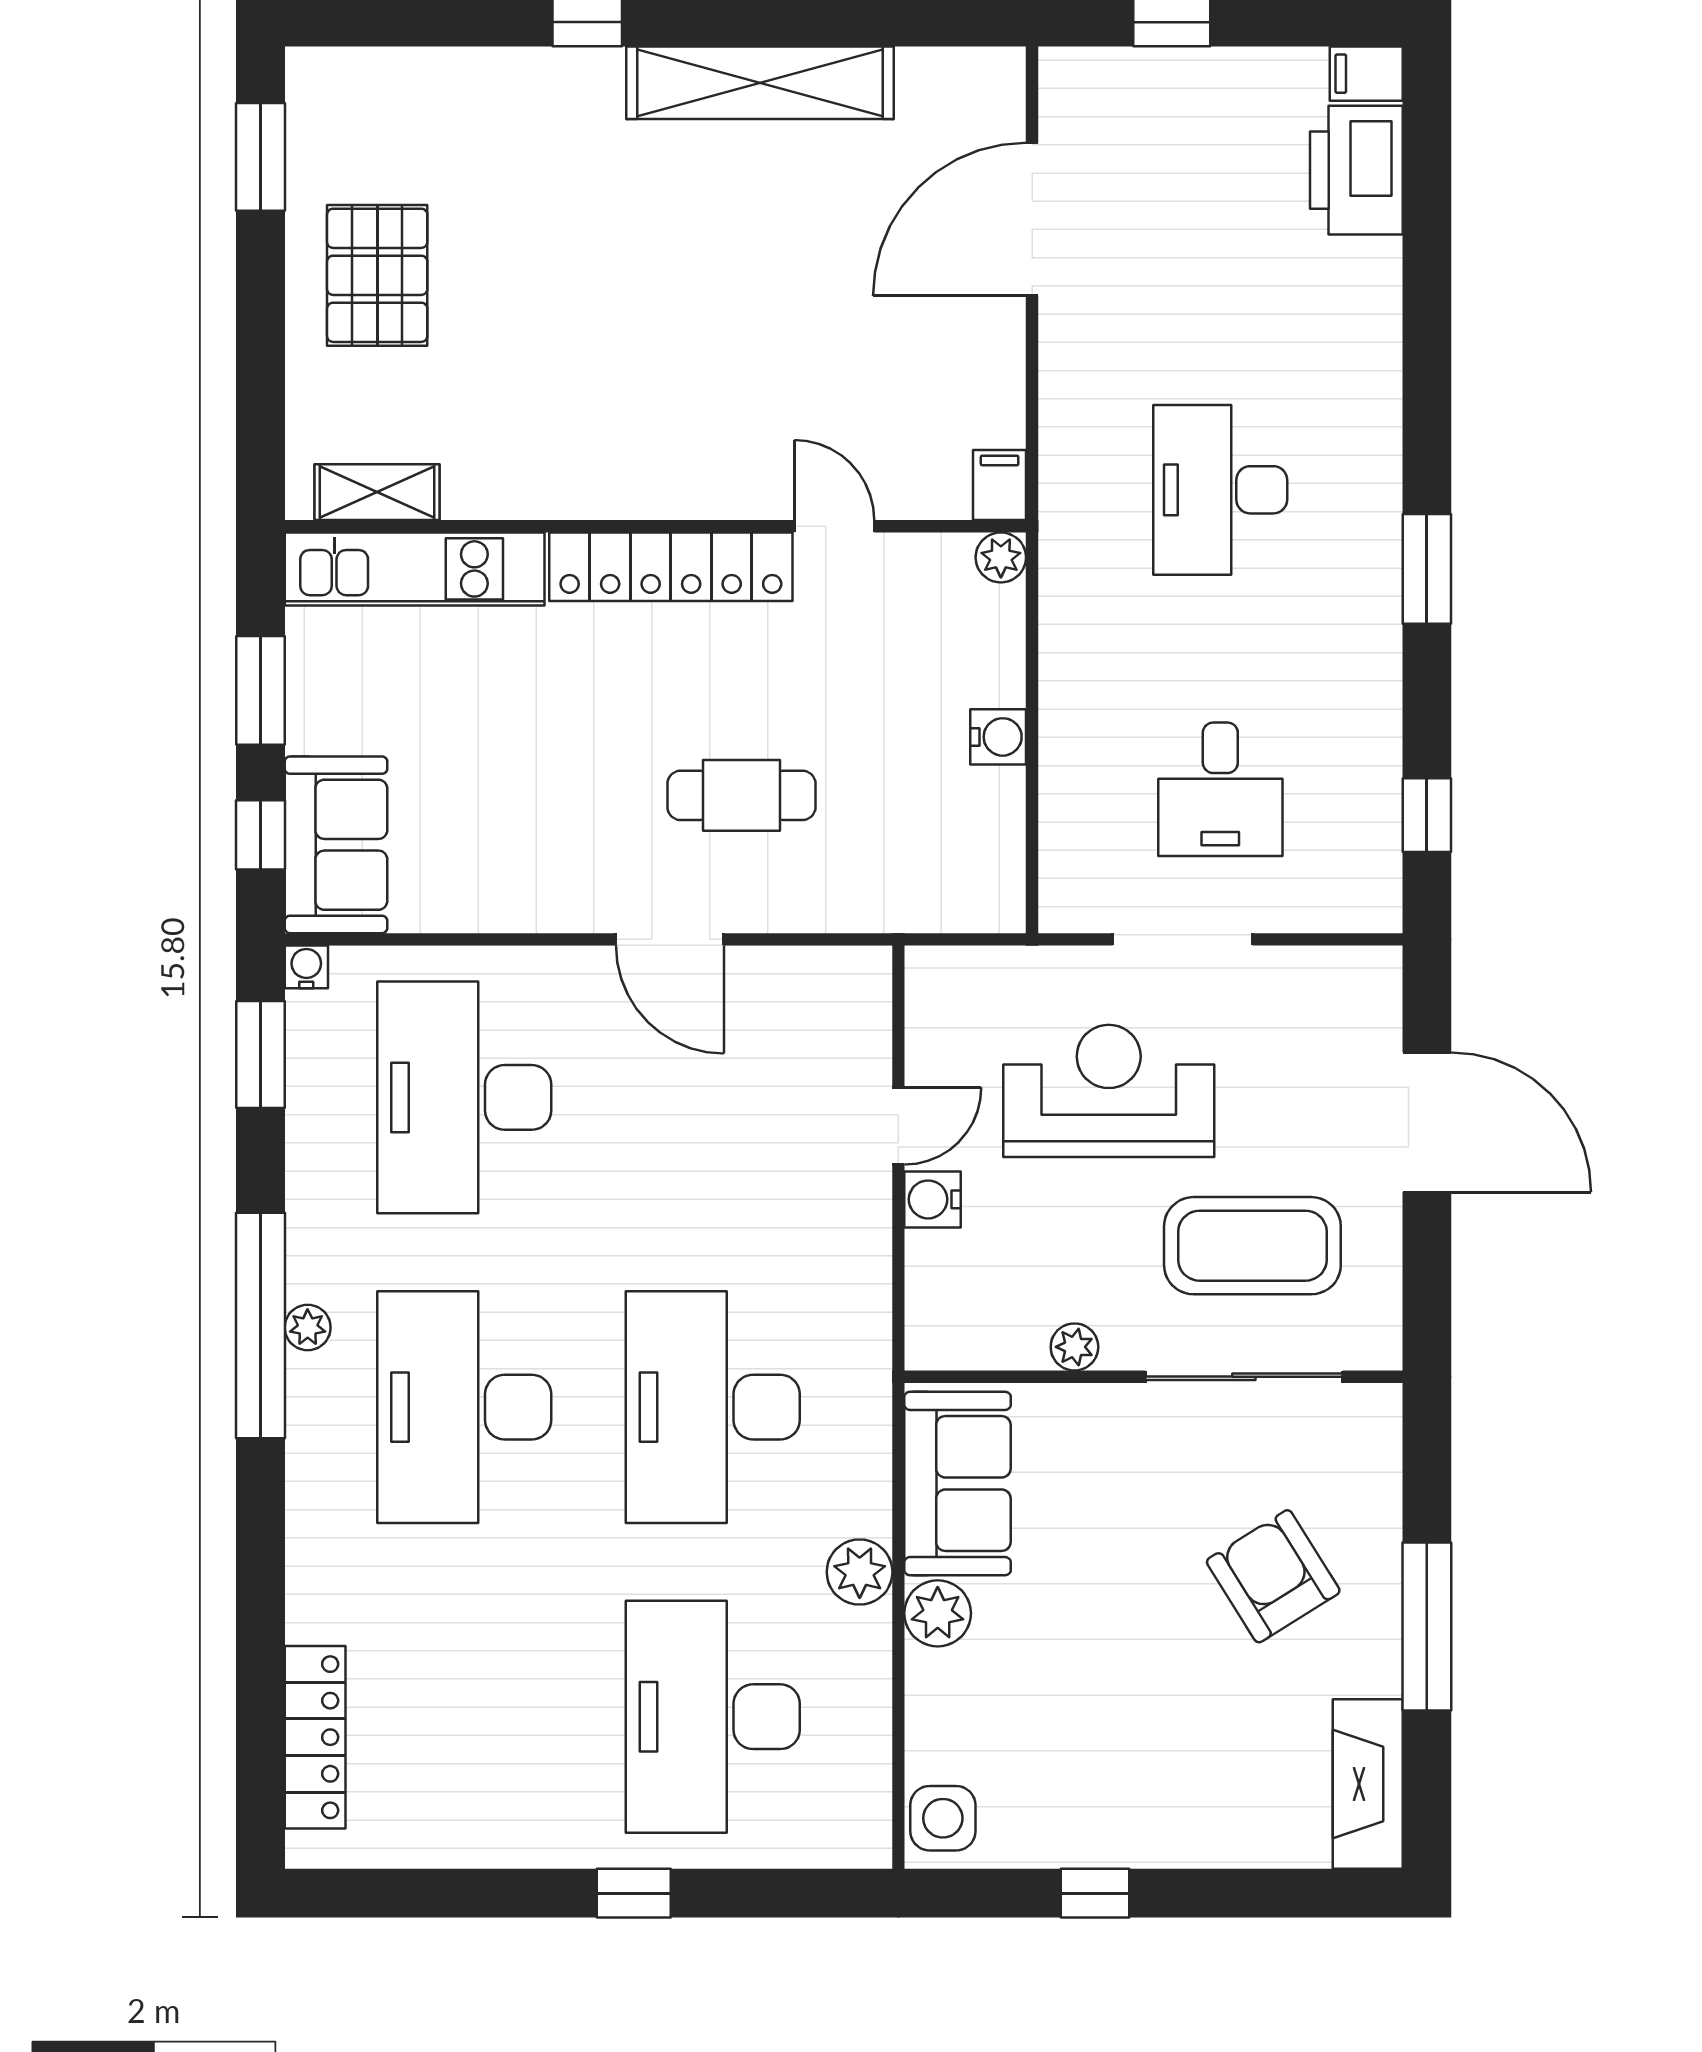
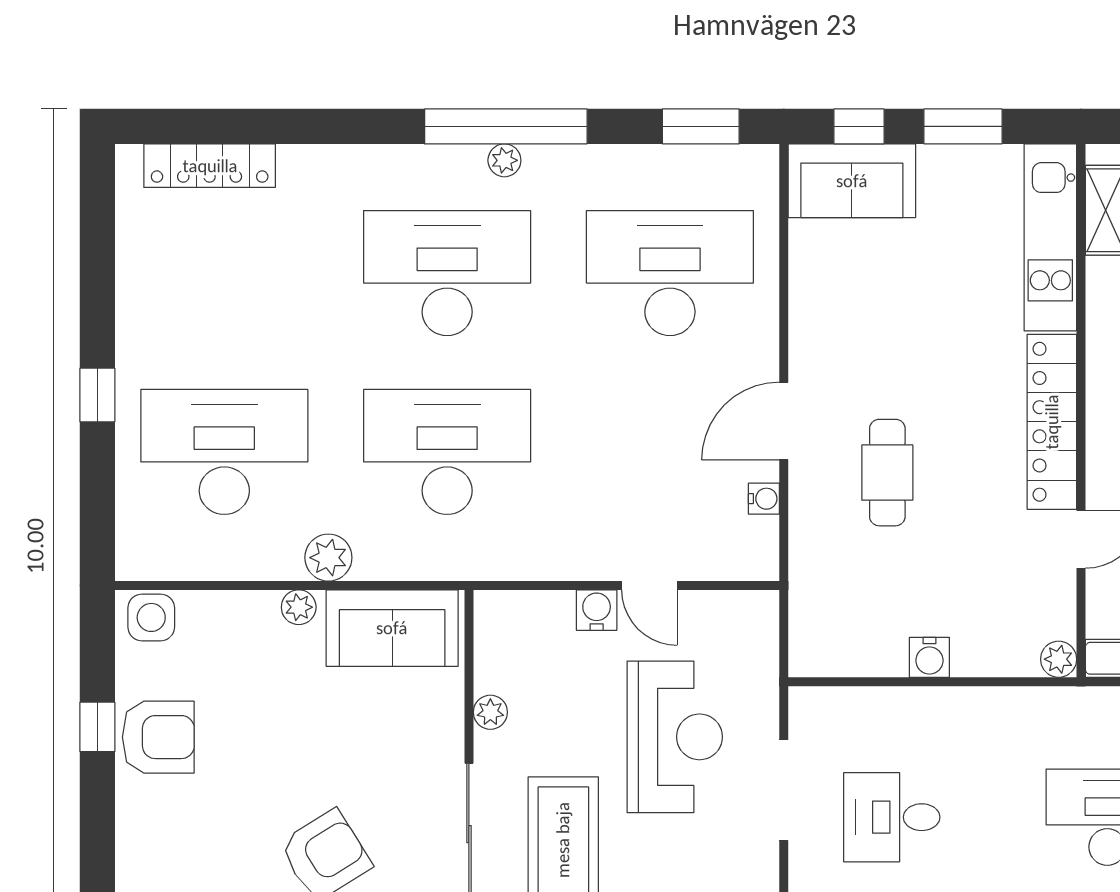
water cooler: (306, 967) -> (764, 499), moved
plant: (938, 1613) -> (299, 607), width x0.73, depth x0.73
armchair: (1109, 1808) -> (158, 737), added

